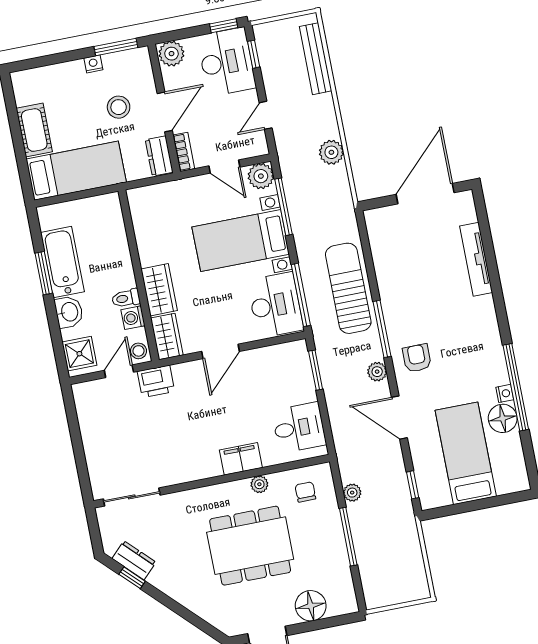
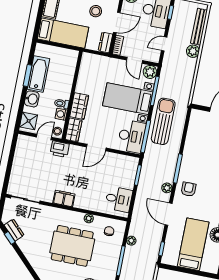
plant: (331, 152) -> (193, 51), moved
sun lounger: (348, 288) -> (163, 121), moved
filing cabinet: (241, 459) -> (64, 198), moved

